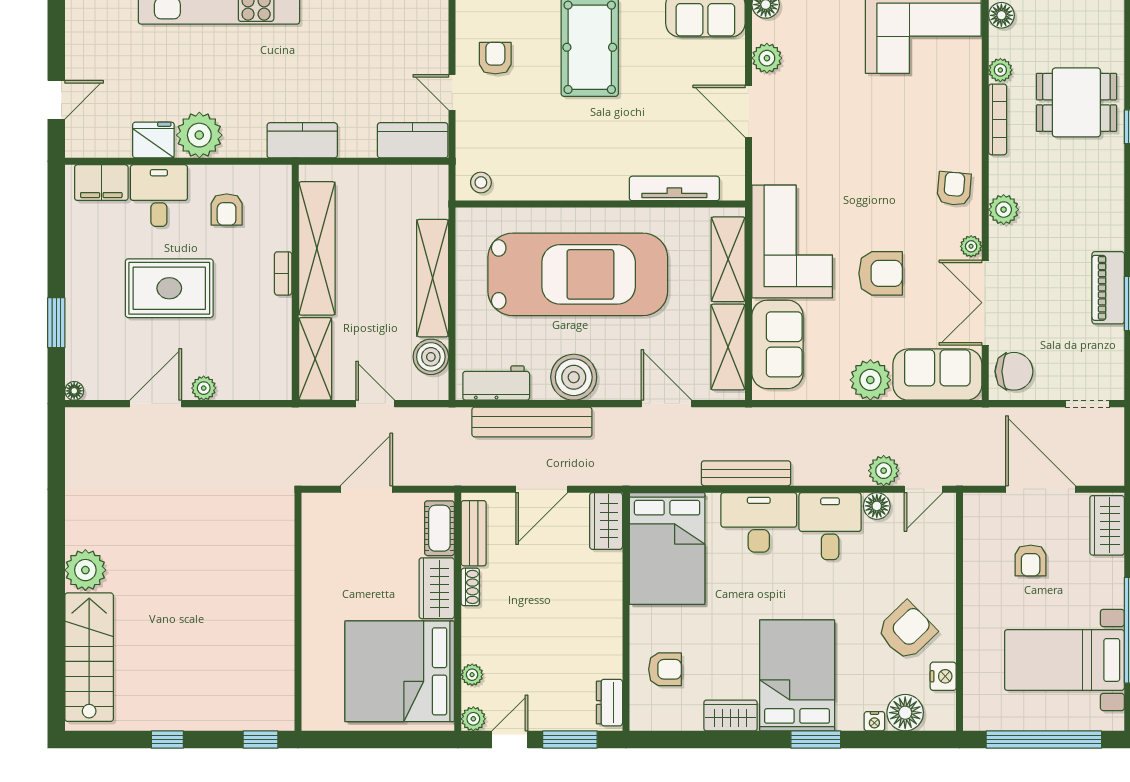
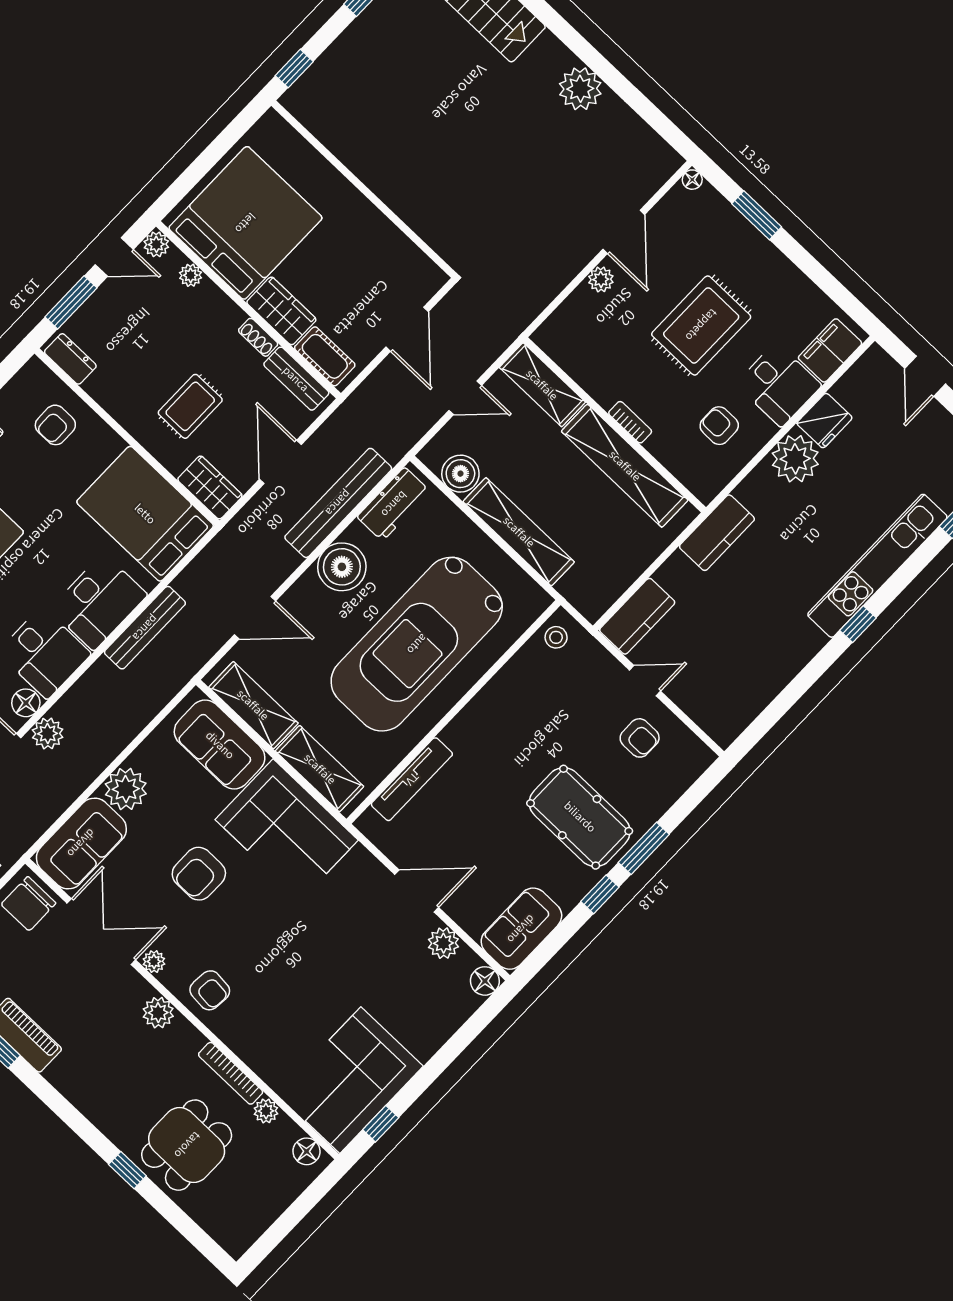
plant: (85, 570) -> (580, 89), moved
rug: (563, 588) -> (190, 406), added
door: (510, 740) -> (114, 257), hinge flipped

